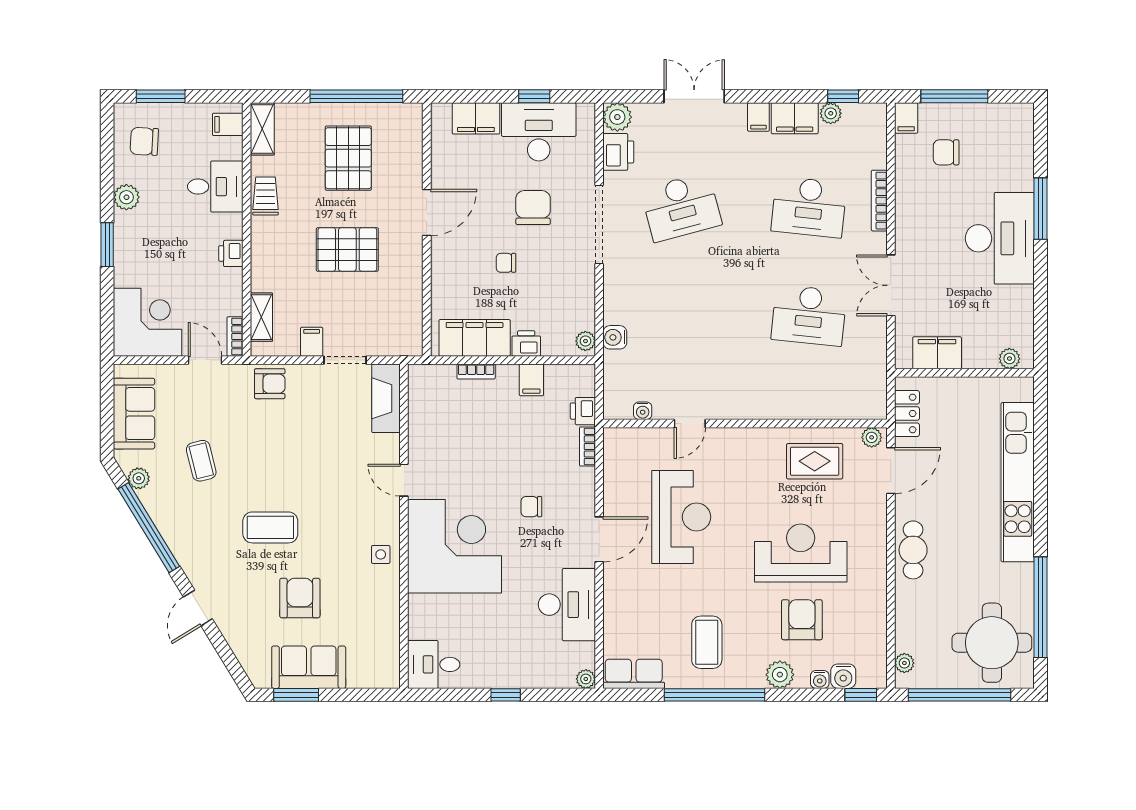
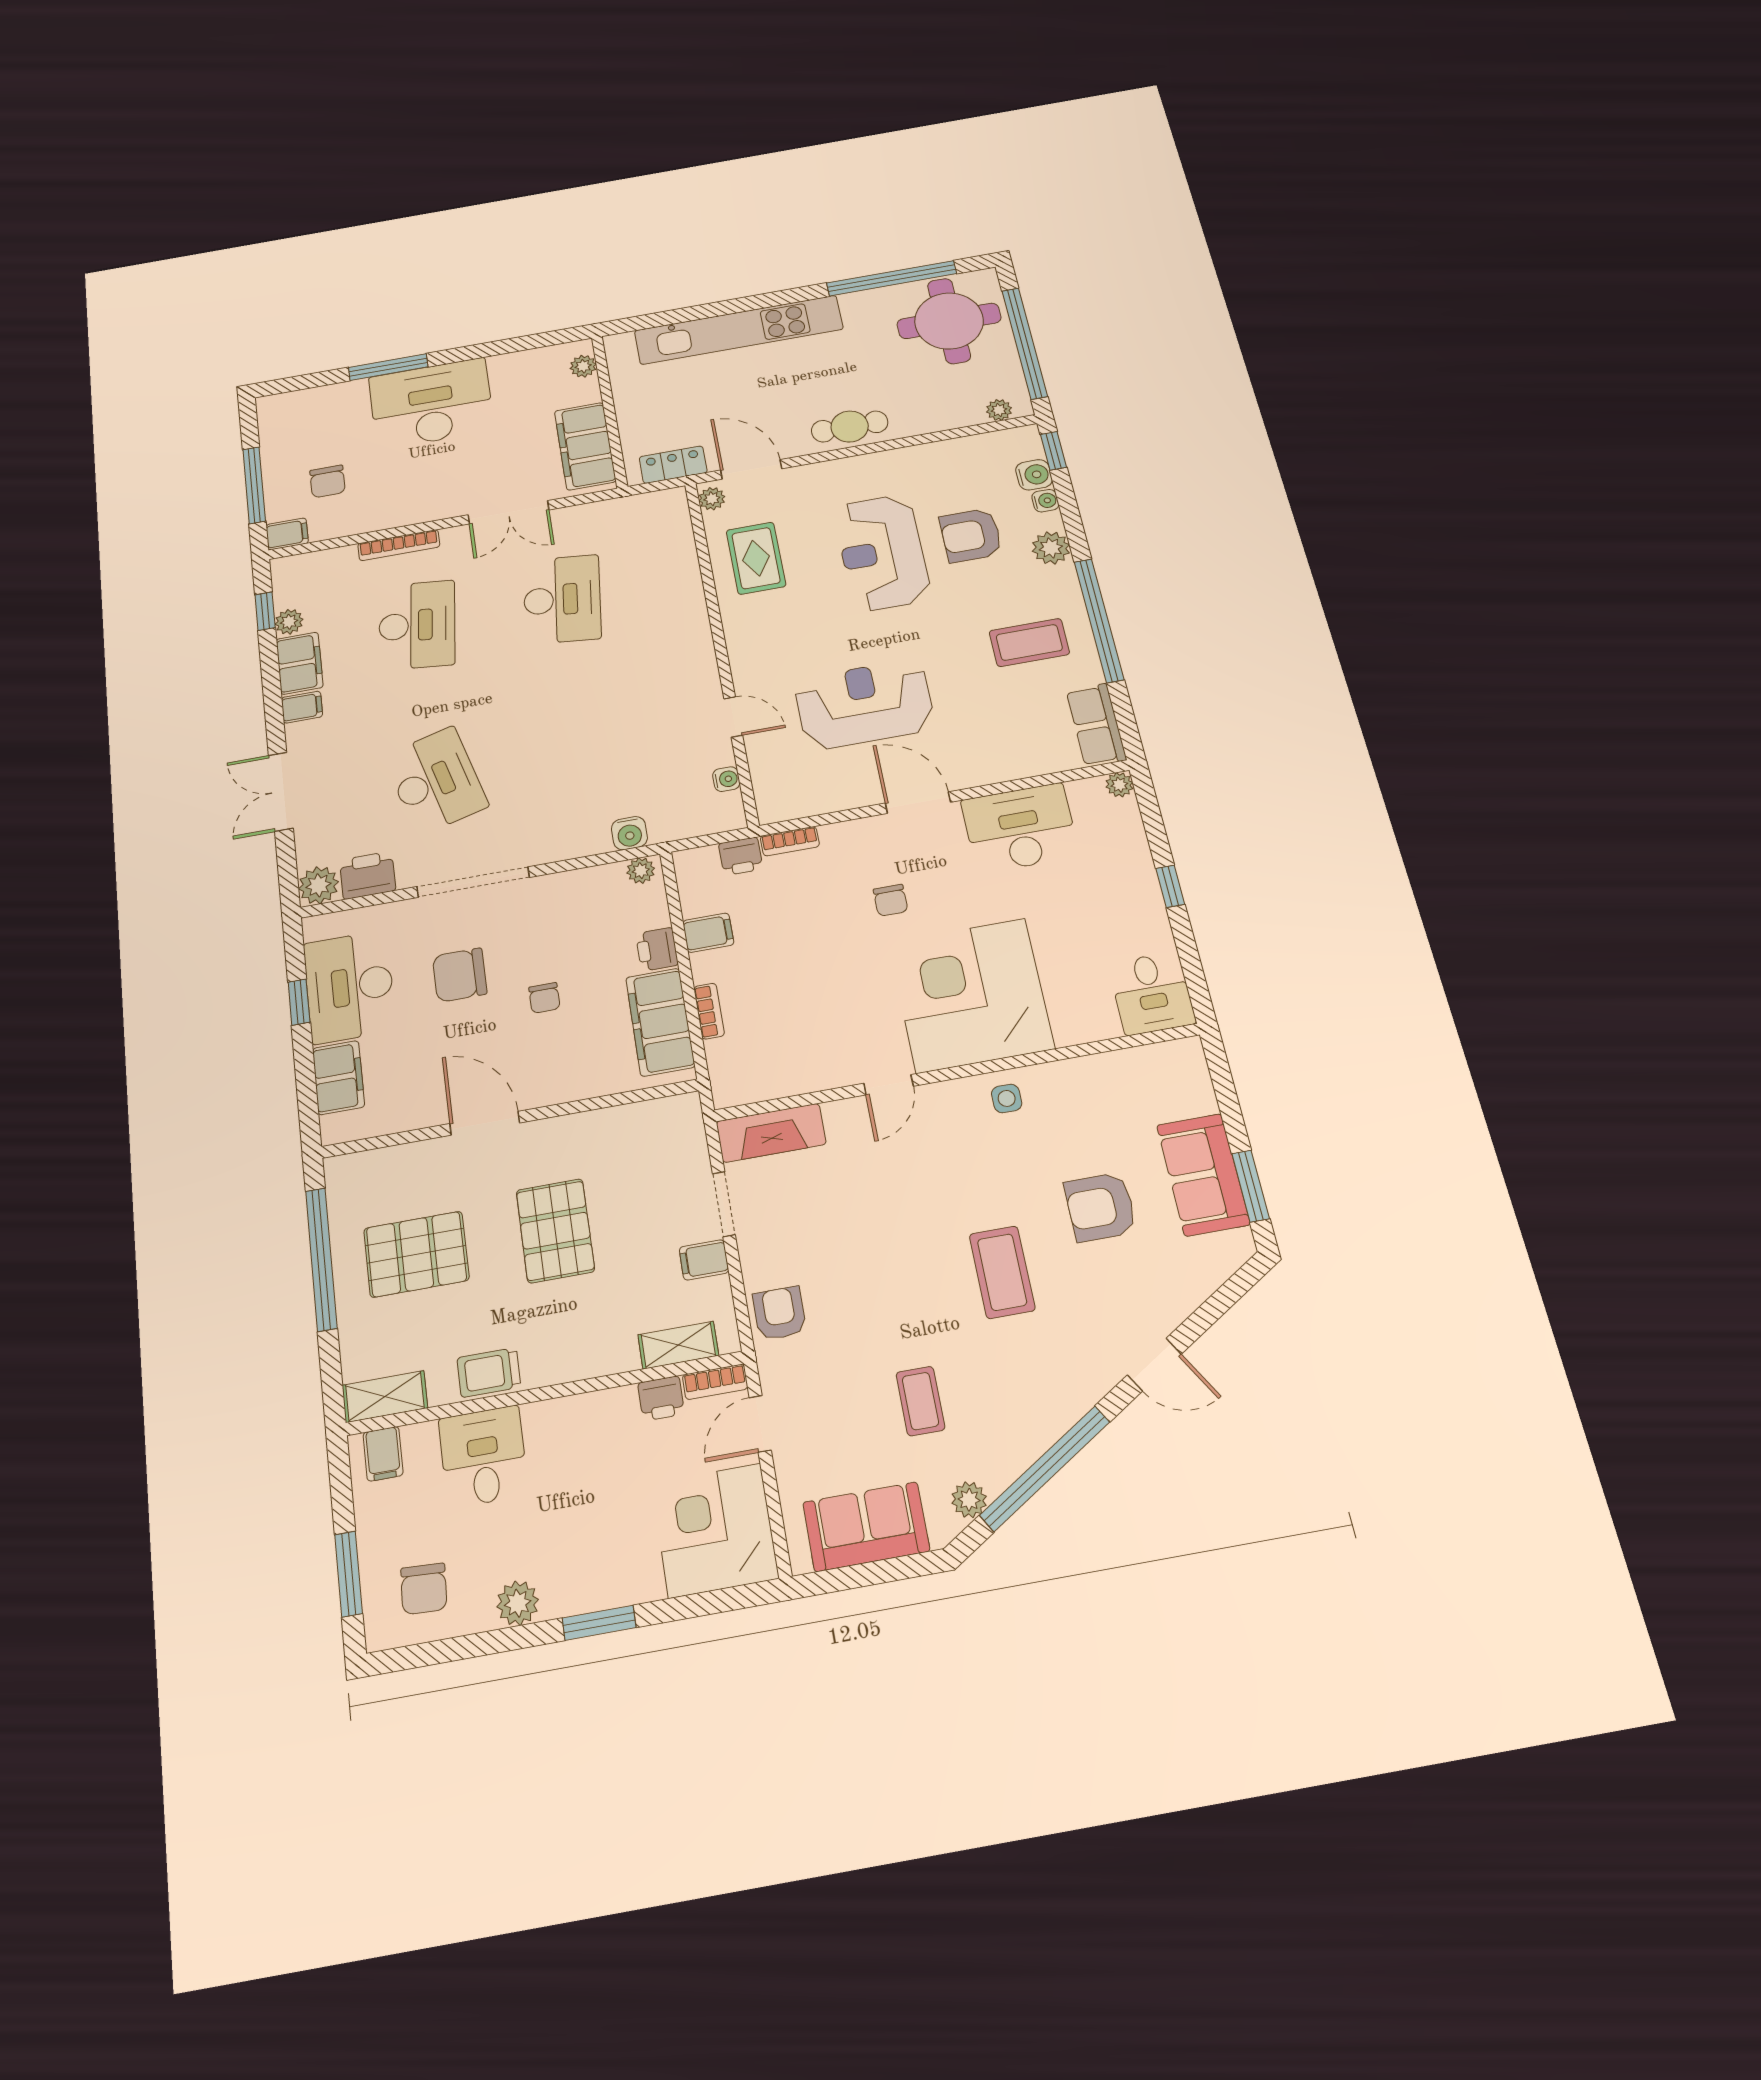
printer: (231, 253) -> (661, 1398), moved
filing cabinet: (937, 353) -> (585, 446), width x1.50, depth x1.17
coffee table: (201, 461) -> (920, 1401), turned -76

